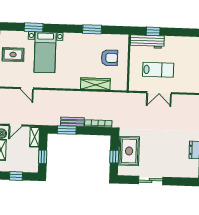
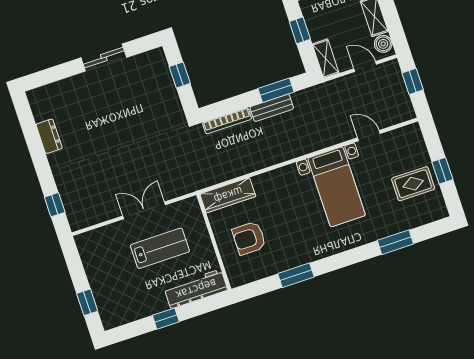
window: (153, 31) -> (166, 319), moved
bed with nightstands: (45, 52) -> (337, 187), moved, turned 180
lab bench: (158, 70) -> (160, 248), turned 180
wardrobe: (95, 84) -> (228, 195), moved
door: (15, 125) -> (365, 66), hinge flipped
rug: (129, 151) -> (158, 94), removed

